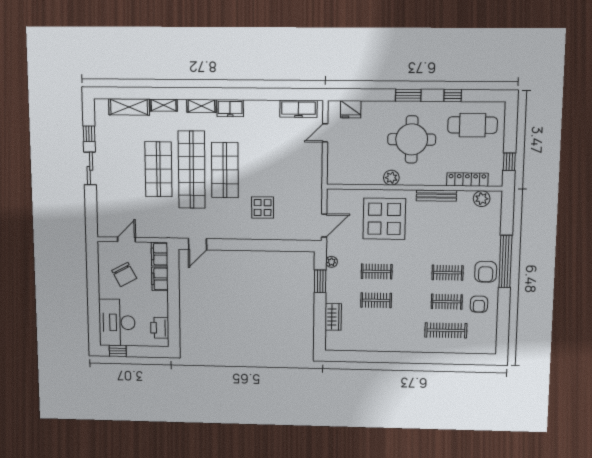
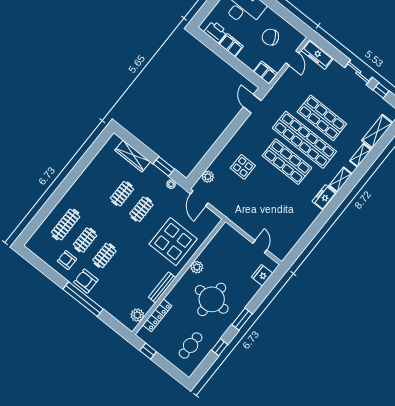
freezer: (298, 109) -> (317, 54), moved, turned -90
cafe table: (472, 125) -> (191, 345), width x0.73, depth x0.74
plant: (297, 233) -> (208, 177), added
filing cabinet: (160, 279) -> (231, 45), moved
wardrobe: (333, 317) -> (133, 156), width x1.50

